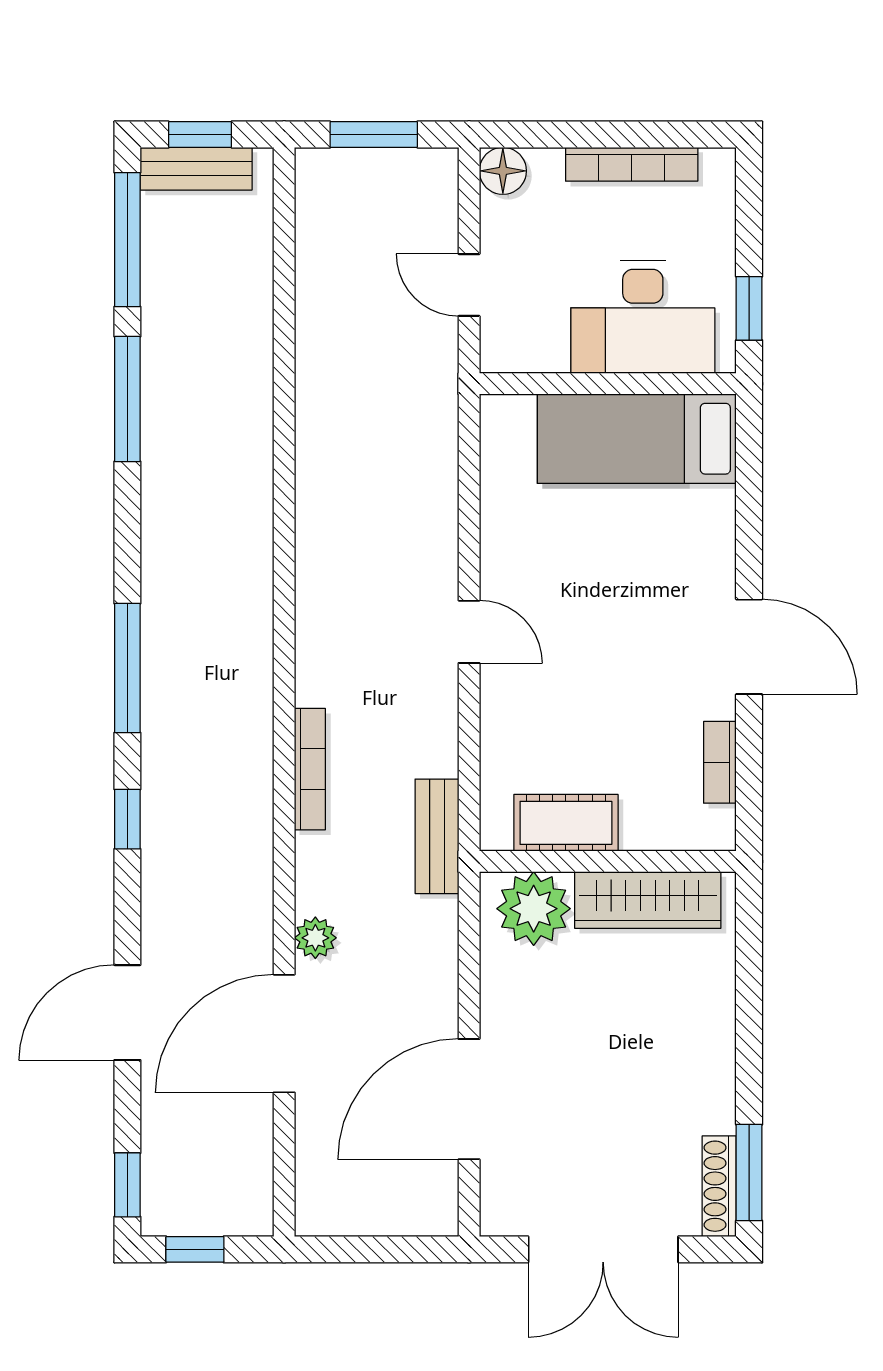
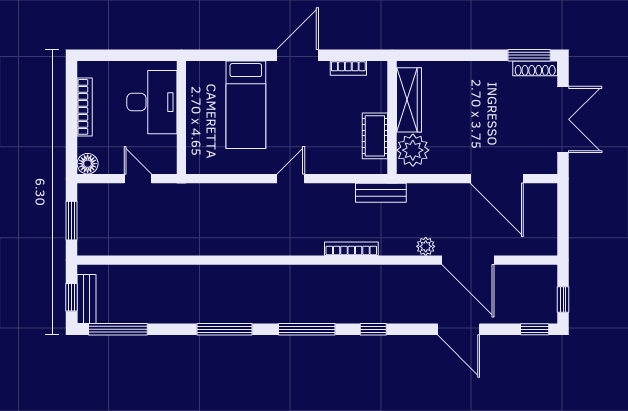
door: (469, 285) -> (138, 179), swing flipped
window: (749, 308) -> (148, 55), removed
window: (127, 399) -> (225, 329), moved
bed: (637, 439) -> (246, 105), moved

